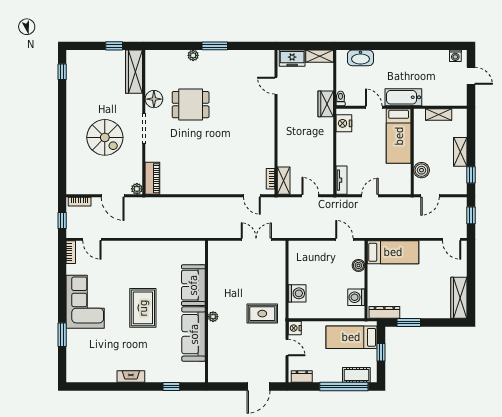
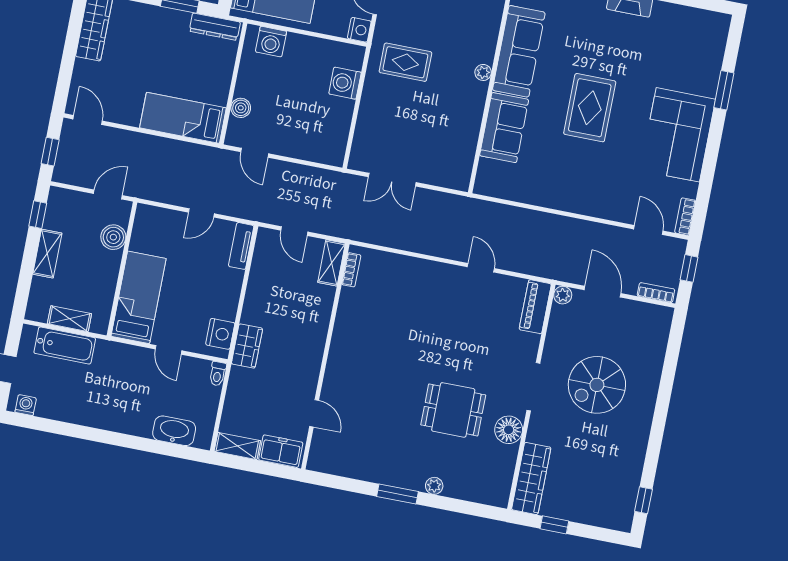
bathtub: (403, 97) -> (65, 346), moved
wardrobe: (326, 104) -> (247, 346), moved
spiral stairs: (105, 137) -> (597, 385), turned -90
door: (252, 196) -> (481, 268), moved
washing machine: (356, 297) -> (271, 42), moved, turned 90

